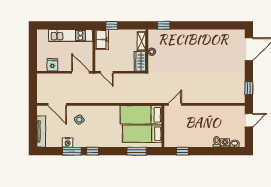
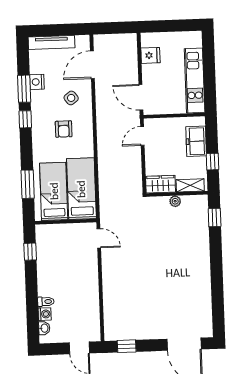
window: (112, 25) -> (213, 162), moved
freezer: (102, 40) -> (196, 141), moved, turned 90
door: (81, 72) -> (141, 97), swing flipped
armchair: (100, 125) -> (64, 129), added

